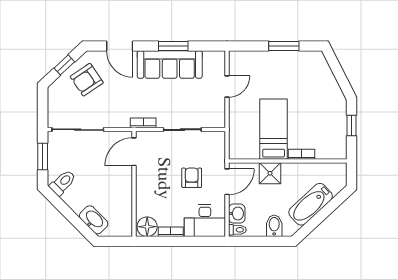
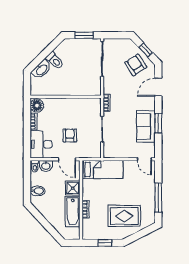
window: (284, 46) -> (158, 197), width x1.44
sofa: (170, 65) -> (146, 126), width x0.73
door: (227, 86) -> (144, 159), moved
rug: (311, 97) -> (124, 216), added
bed: (274, 129) -> (102, 169), moved
door: (134, 152) -> (87, 97), removed
armchair: (192, 178) -> (70, 135), turned -90
toilet: (63, 183) -> (55, 61), moved
bathtub: (311, 204) -> (73, 212), moved, turned -137

